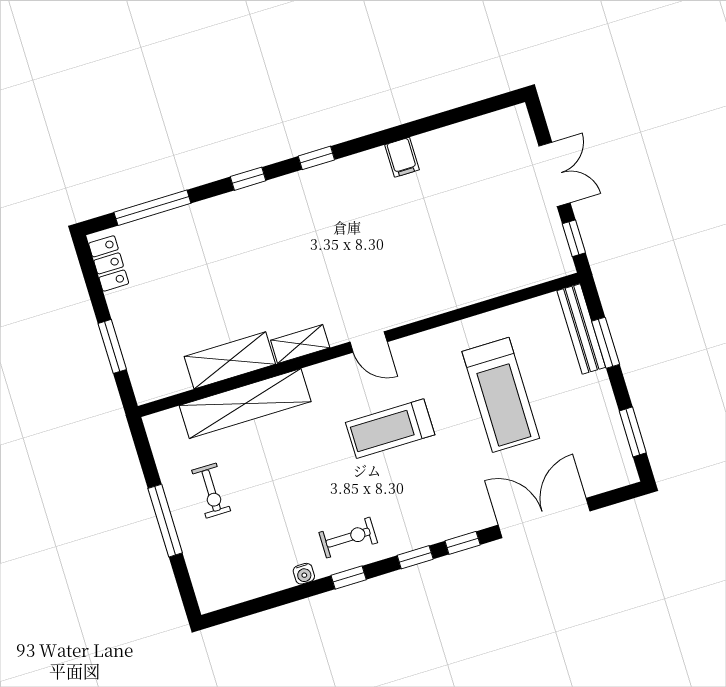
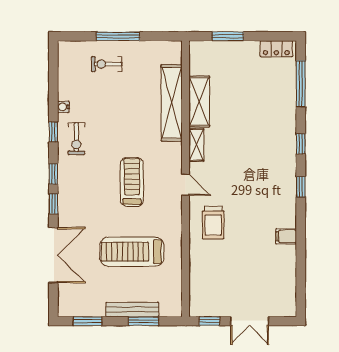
trolley: (415, 280) -> (213, 223), added
bench: (581, 329) -> (132, 310), moved
door: (369, 342) -> (186, 185), swing flipped
exercise bike: (211, 491) -> (107, 64), moved

